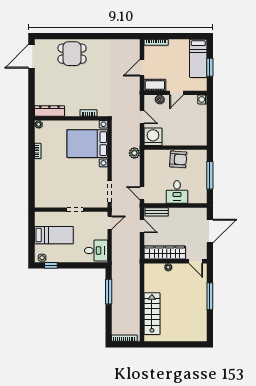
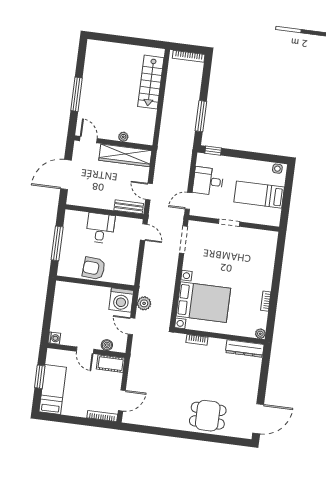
door: (142, 68) -> (122, 400), moved
door: (177, 93) -> (85, 350), swing flipped
plant: (134, 153) -> (144, 303), moved
desk: (96, 251) -> (208, 181), moved
window: (51, 265) -> (213, 151), moved

